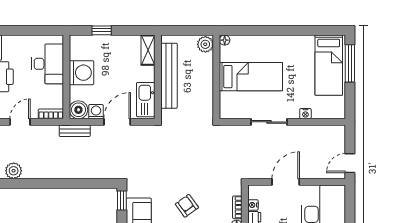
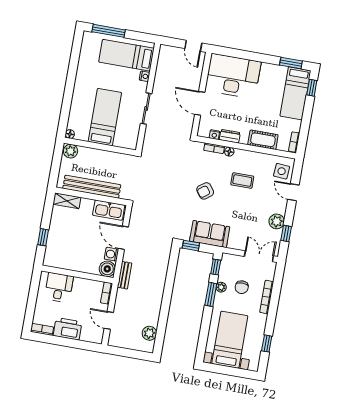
desk: (48, 64) -> (59, 287), width x0.73
bed: (329, 65) -> (126, 55), moved, turned 180
washing machine: (81, 73) -> (76, 261), removed

